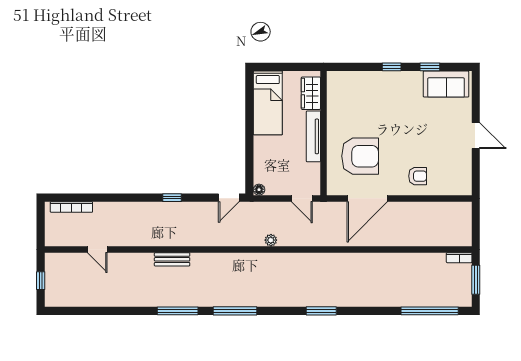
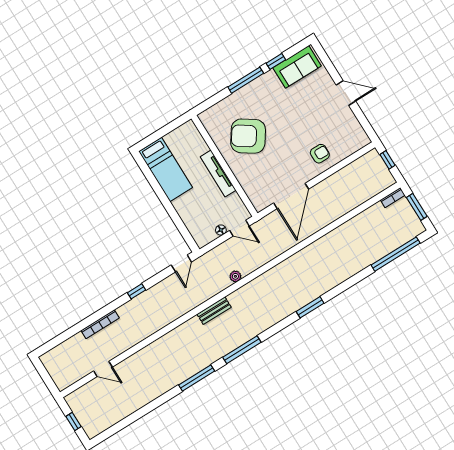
window: (392, 67) -> (246, 80), width x2.17
wardrobe: (311, 93) -> (195, 141), removed
armchair: (360, 156) -> (248, 136), moved, turned -146
floor lamp: (259, 190) -> (221, 230), moved
bookcase: (71, 207) -> (100, 324), moved
window: (476, 220) -> (387, 160), added
bench: (172, 259) -> (214, 311), moved

